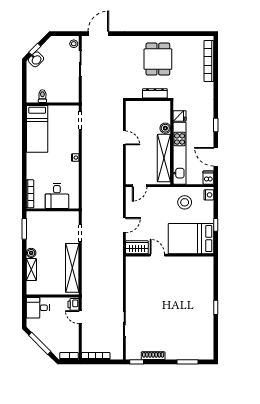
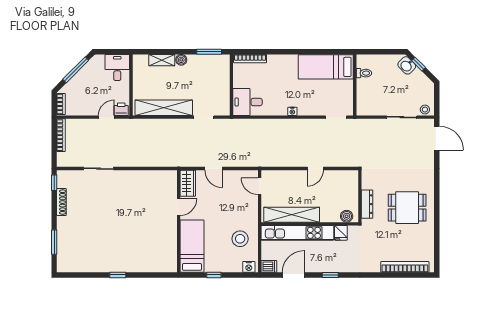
boiler: (165, 128) -> (347, 216), moved
desk: (57, 196) -> (247, 102), moved
bed: (191, 239) -> (192, 246), width x0.67

